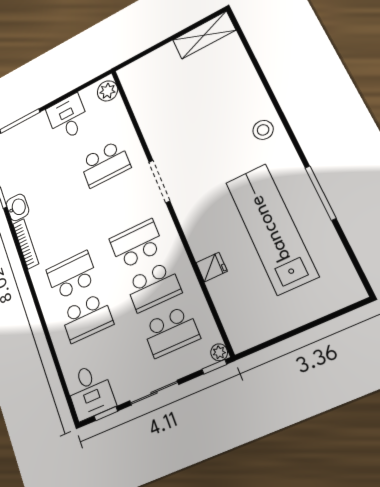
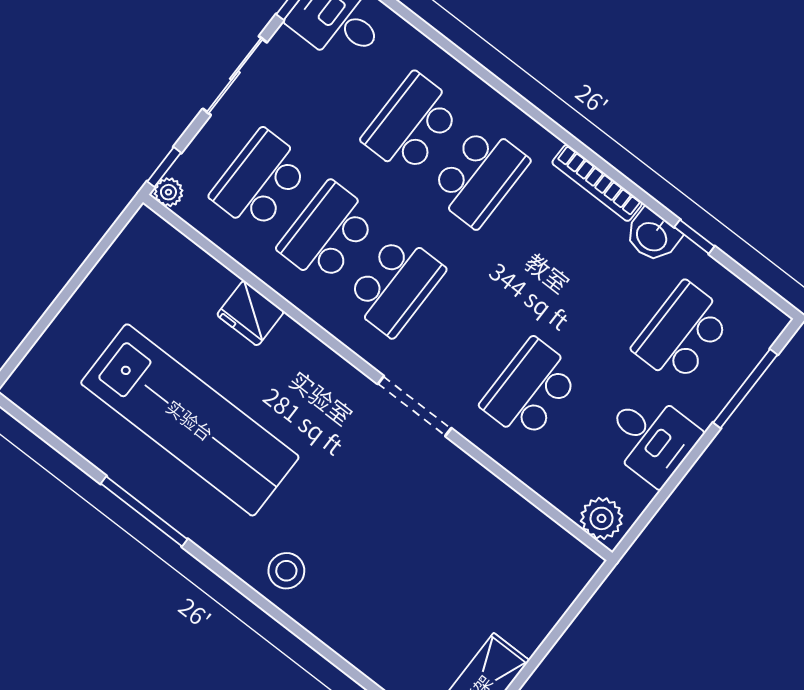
school desk: (30, 158) -> (682, 333), added
fridge: (212, 267) -> (250, 313), width x1.38

